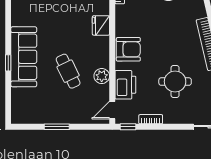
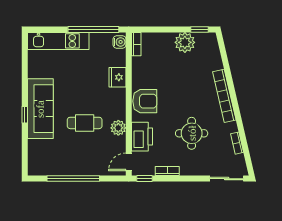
cafe table: (68, 71) -> (85, 123), turned -64
window: (57, 127) -> (73, 179), width x2.11

